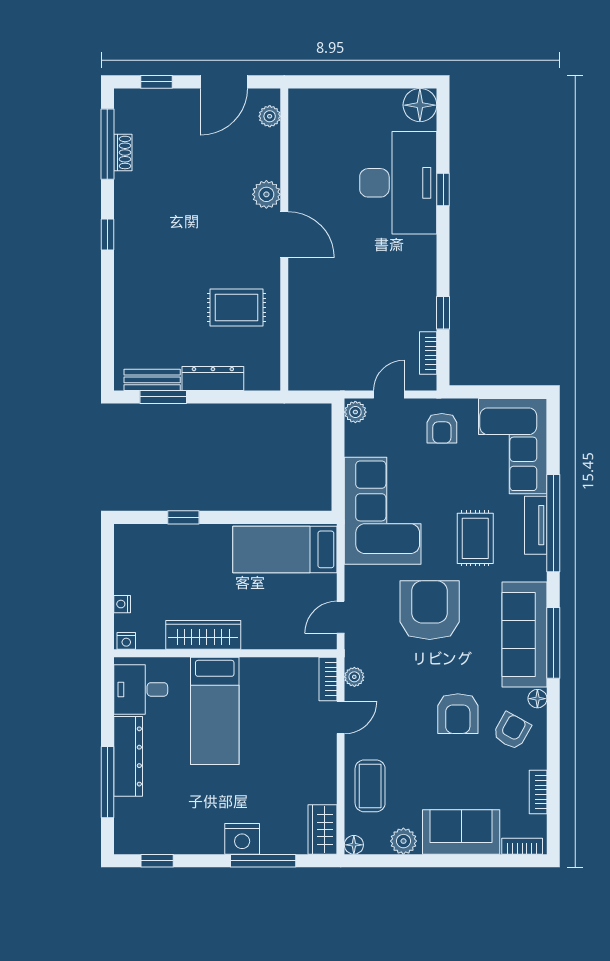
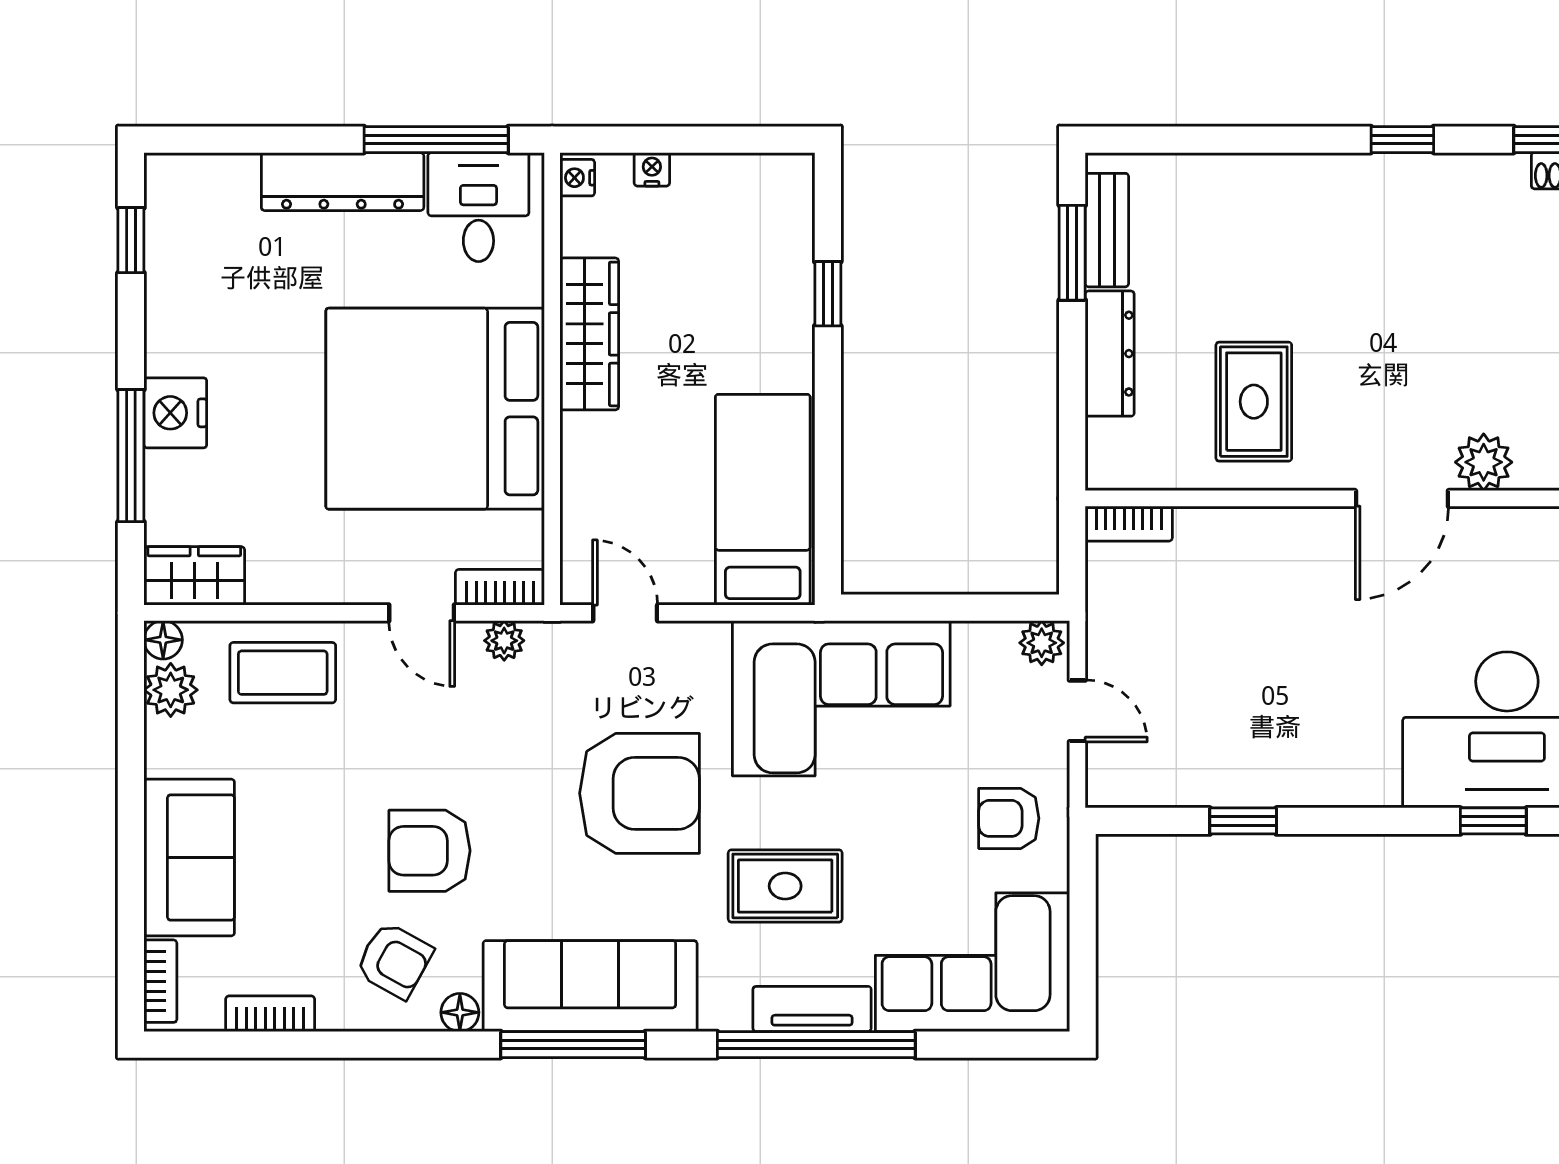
bookcase: (428, 353) -> (1129, 524), moved, turned 180
bed: (215, 711) -> (435, 409), width x2.04
window: (107, 782) -> (436, 140), moved
plant: (403, 841) -> (171, 690), moved

